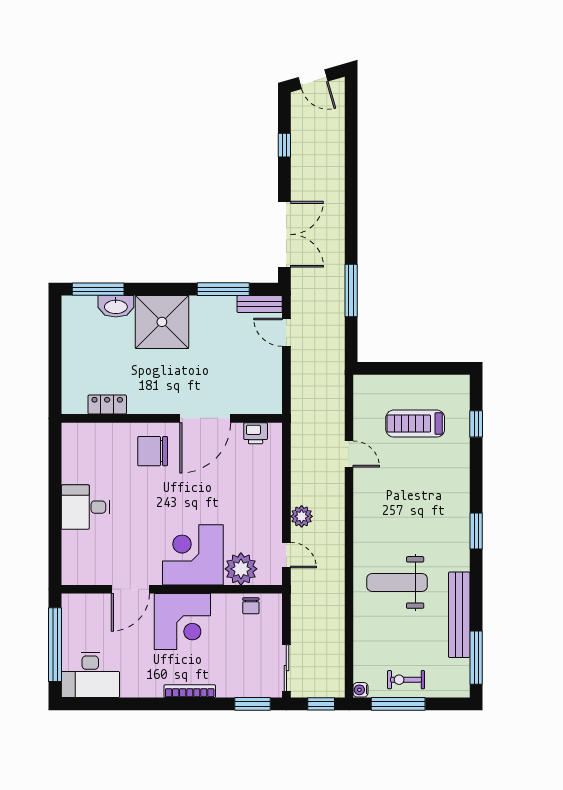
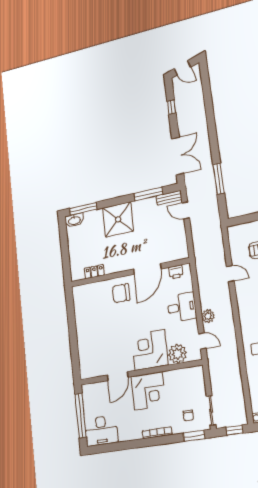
washbasin: (116, 306) -> (74, 220), moved
desk: (85, 507) -> (182, 307), moved, turned 180
chair: (251, 606) -> (188, 415), moved

